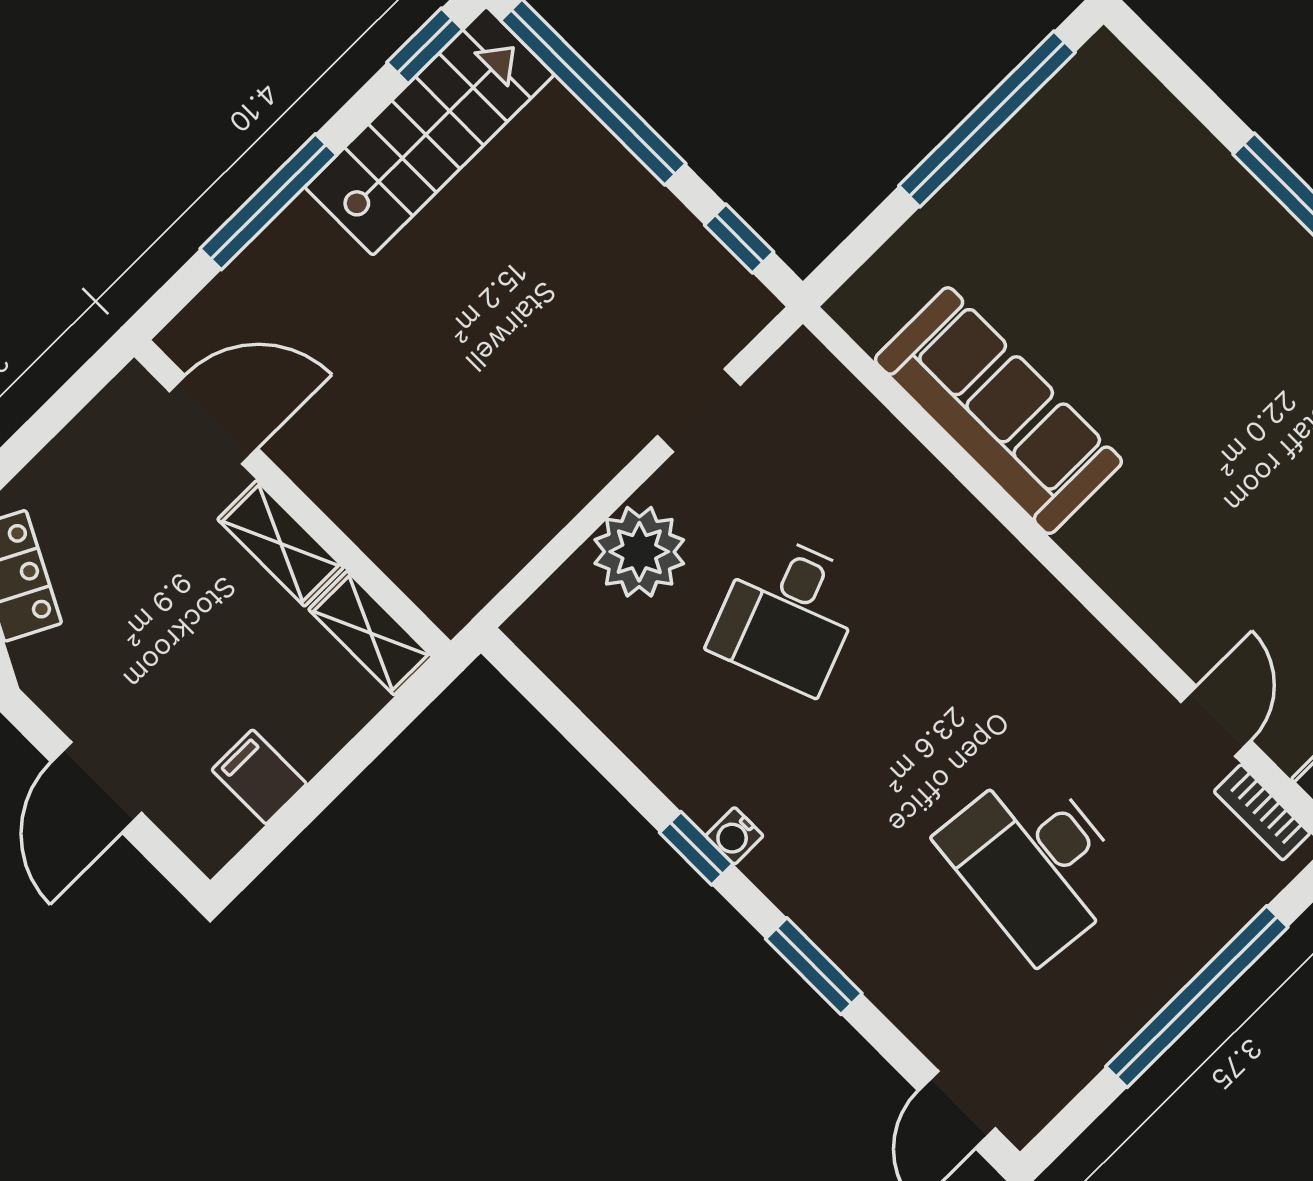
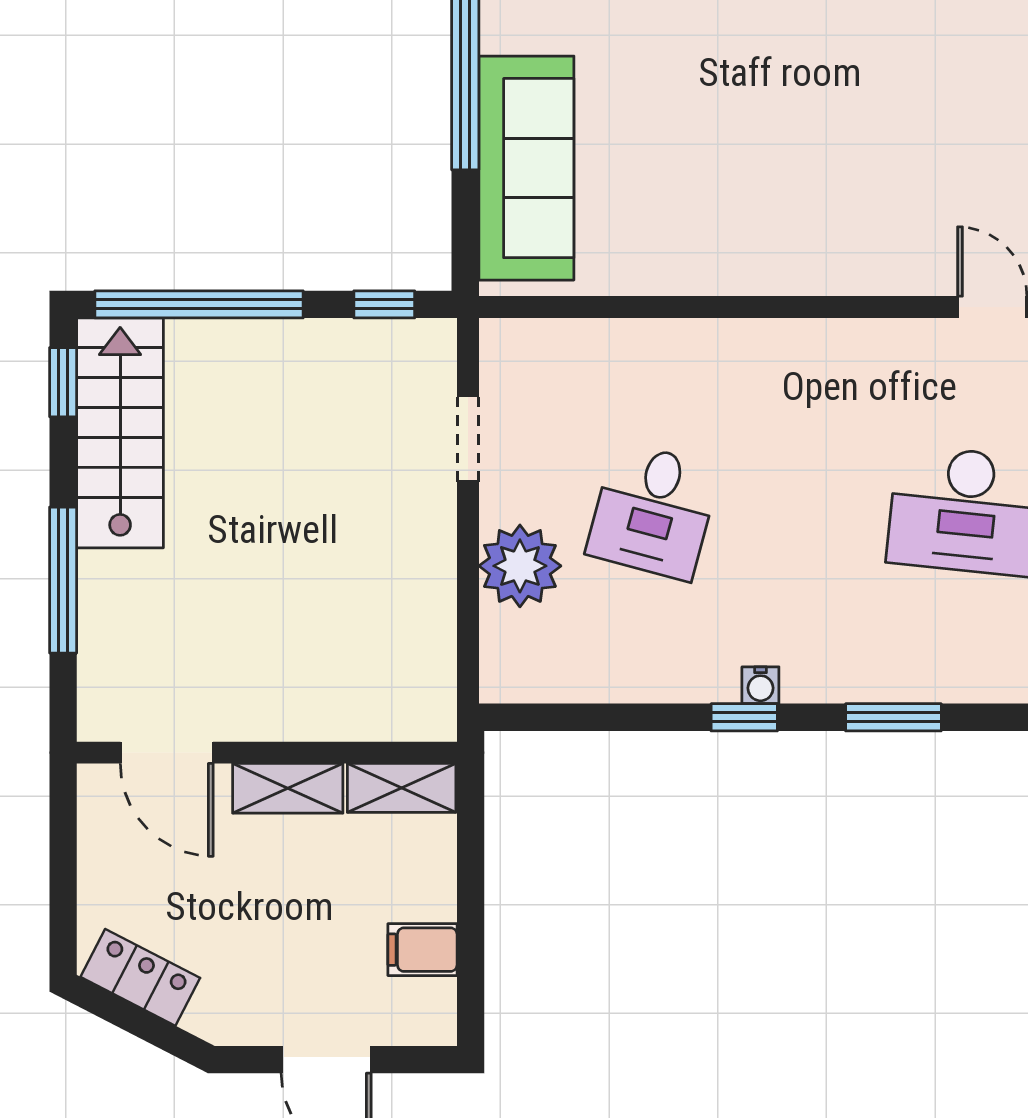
sofa: (998, 411) -> (526, 168), moved, turned 90
door: (214, 420) -> (167, 753), swing flipped
desk: (788, 614) -> (653, 511), turned 36

